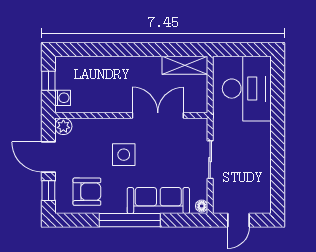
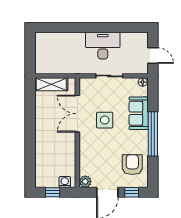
shelving: (185, 65) -> (51, 84), moved, turned 90
desk: (247, 89) -> (103, 46), moved, width x0.73, depth x0.77
side table: (124, 155) -> (105, 120), moved
sofa: (158, 201) -> (139, 113), width x0.73

